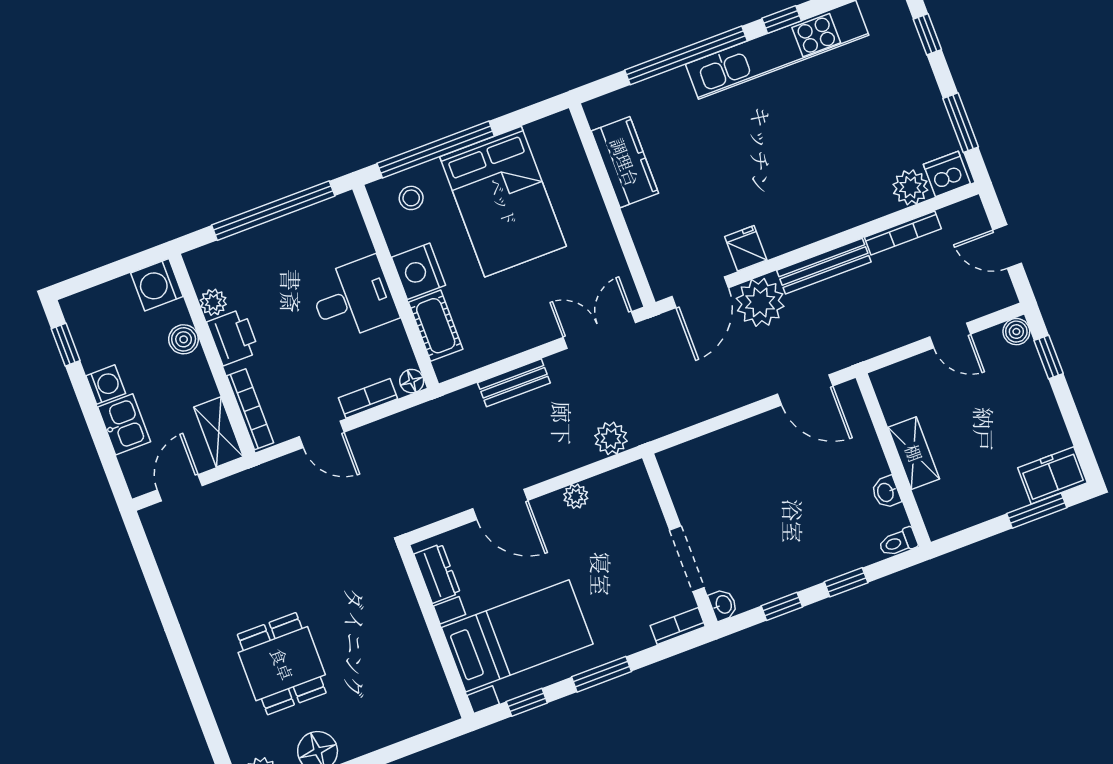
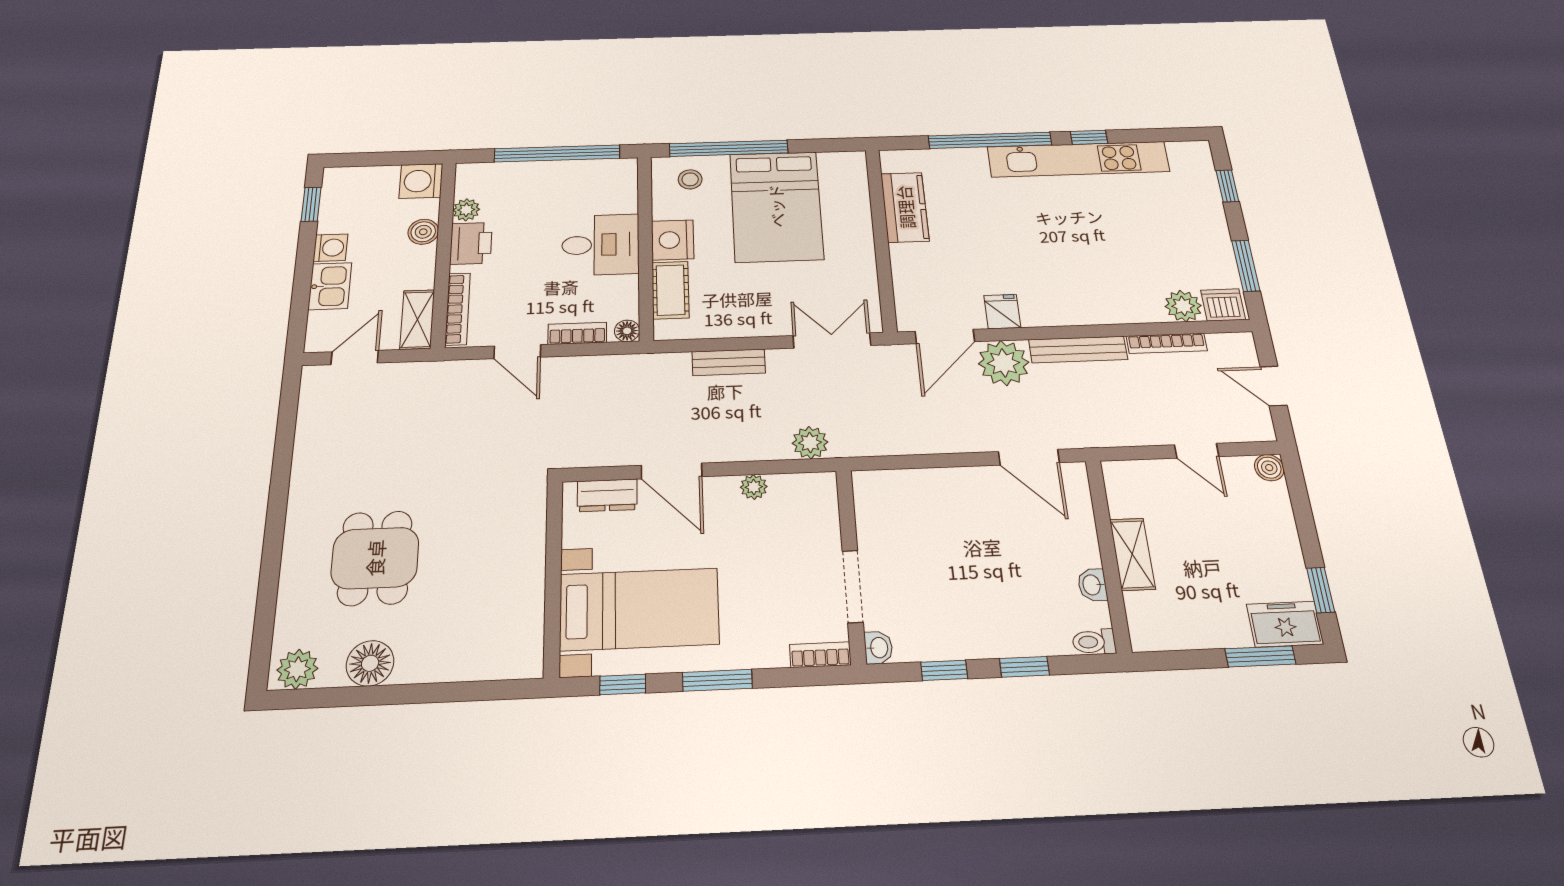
window: (1049, 357) -> (1321, 590), moved
dresser: (437, 573) -> (607, 495), moved, turned 90

